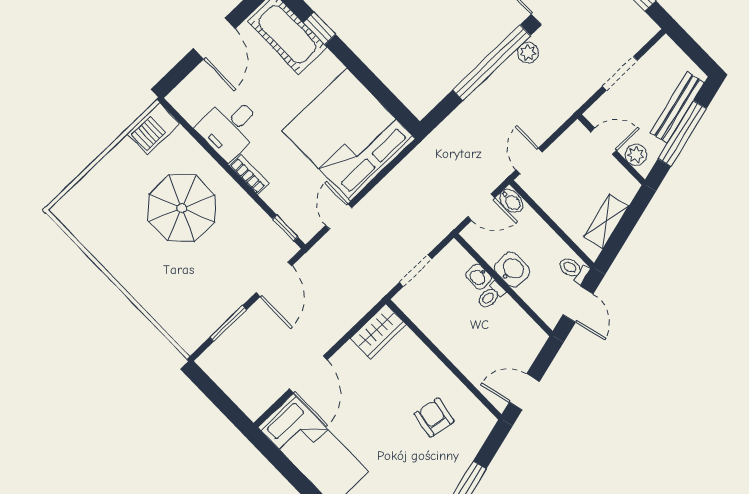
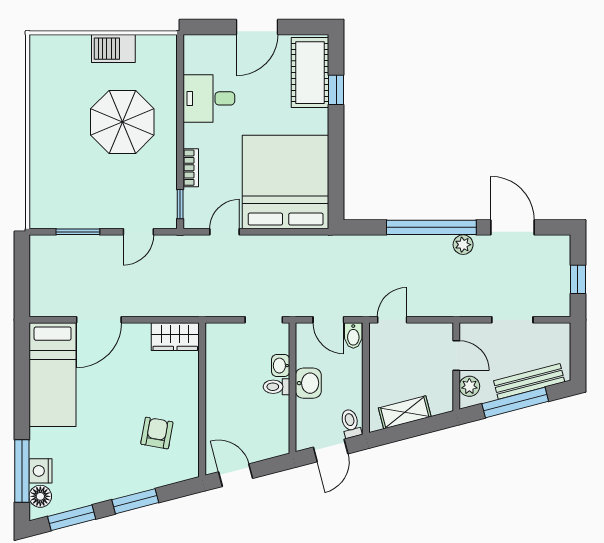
barbecue: (153, 129) -> (113, 49), moved
bookcase: (249, 175) -> (191, 168), moved
doorway: (416, 271) -> (264, 320), moved
door: (274, 279) -> (138, 232), width x0.73

